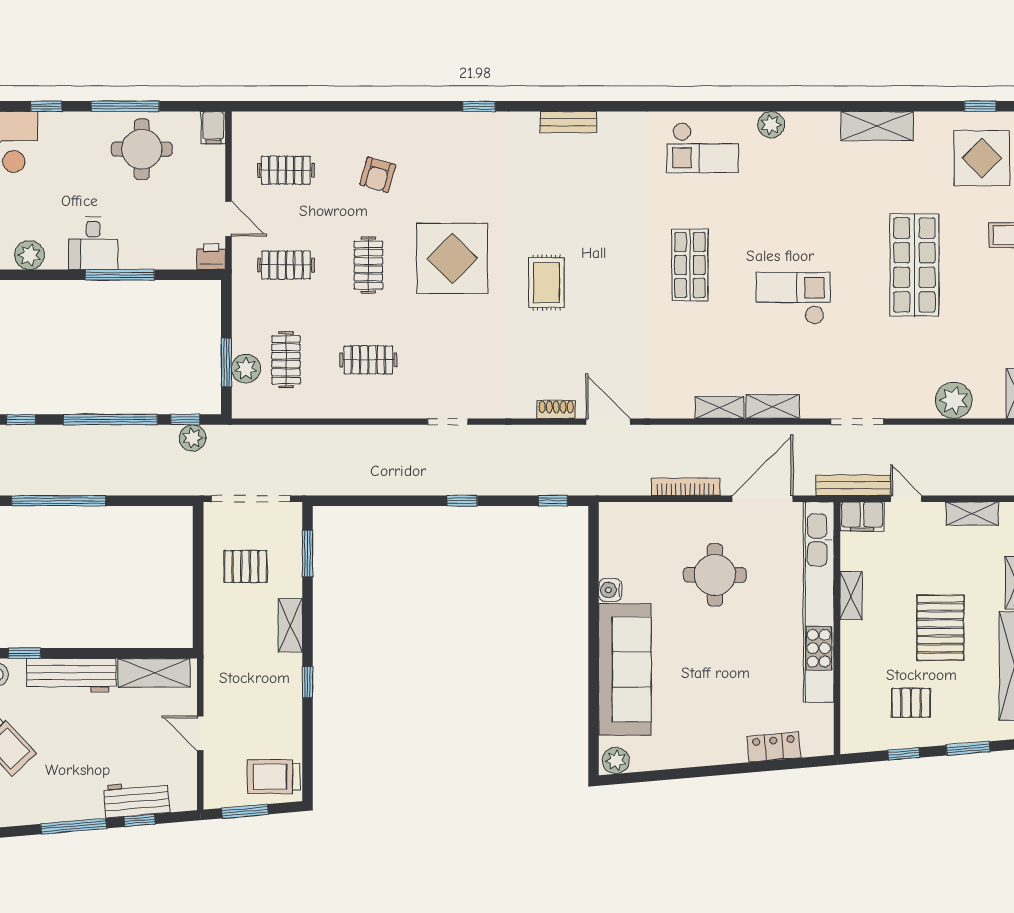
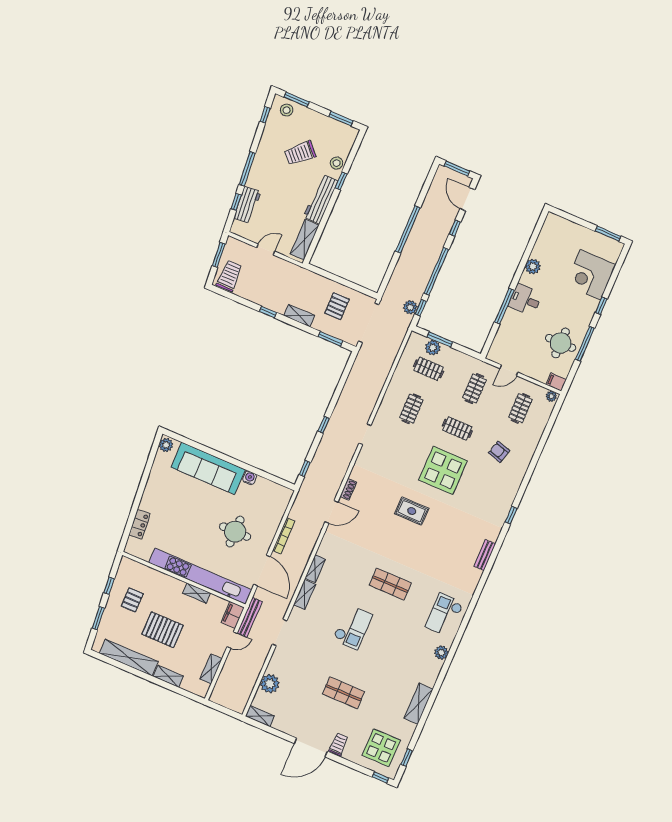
plant: (242, 125) -> (551, 396), added
printer: (211, 257) -> (494, 354), removed
shop shelf: (914, 265) -> (343, 693), width x0.70, depth x0.74

